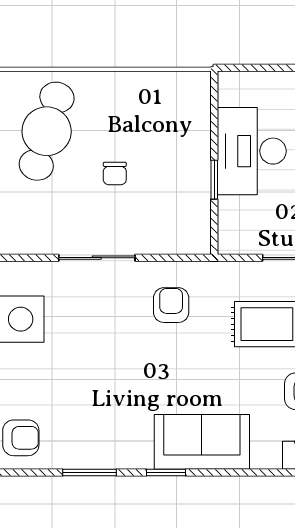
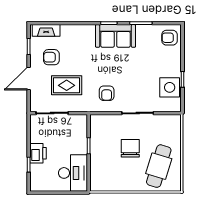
desk: (252, 151) -> (73, 173), moved
chair: (115, 173) -> (130, 148), width x1.87, depth x1.87
sofa: (202, 442) -> (116, 36), moved

